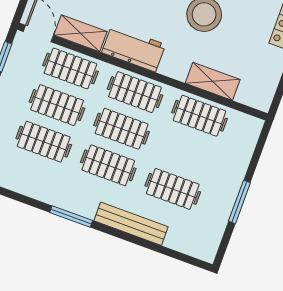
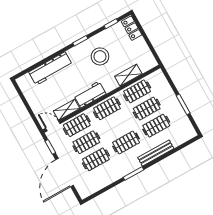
clothes rail: (122, 129) -> (147, 109), moved

